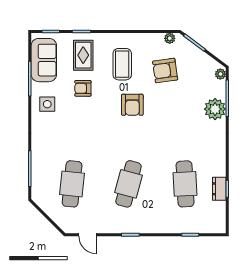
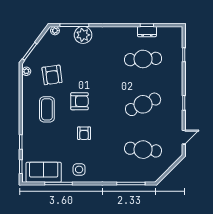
rug: (83, 55) -> (40, 141), removed
coffee table: (122, 64) -> (47, 109), turned 90
armchair: (83, 88) -> (84, 133), moved
cafe table: (129, 184) -> (143, 104), turned -39

